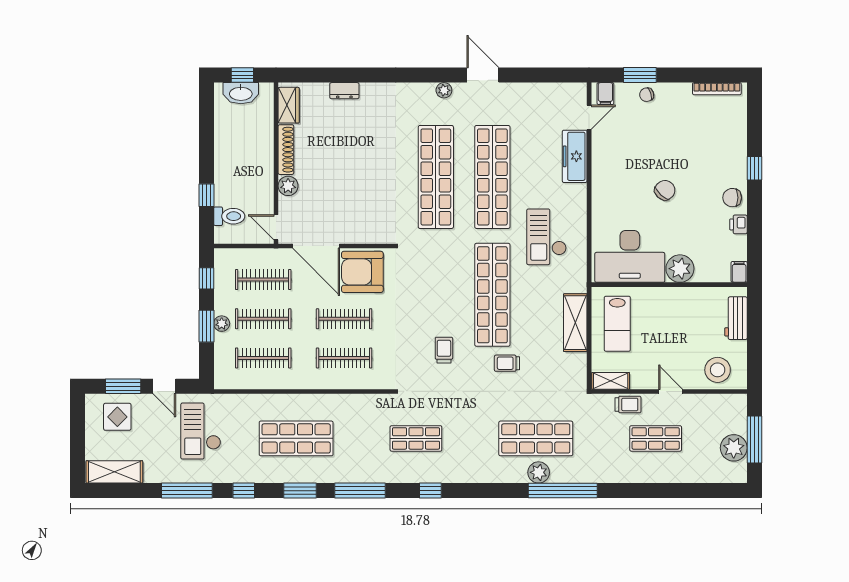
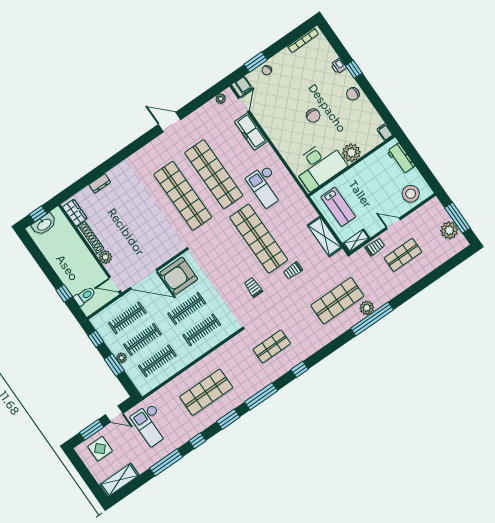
plant: (444, 90) -> (221, 99), moved
chair: (665, 190) -> (313, 116), turned 137
printer: (738, 224) -> (339, 66), moved
shelving: (575, 323) -> (325, 236), moved
plant: (539, 472) -> (367, 308), moved

